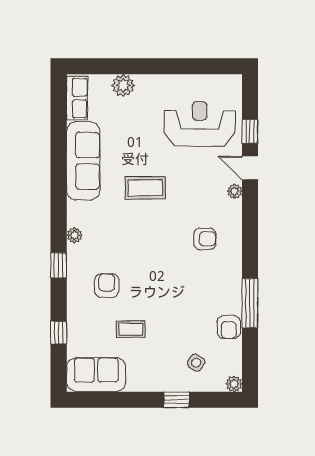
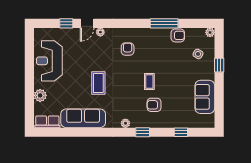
reception desk: (200, 124) -> (49, 61), moved
coffee table: (131, 329) -> (149, 82), moved
sofa: (96, 375) -> (205, 97), moved

